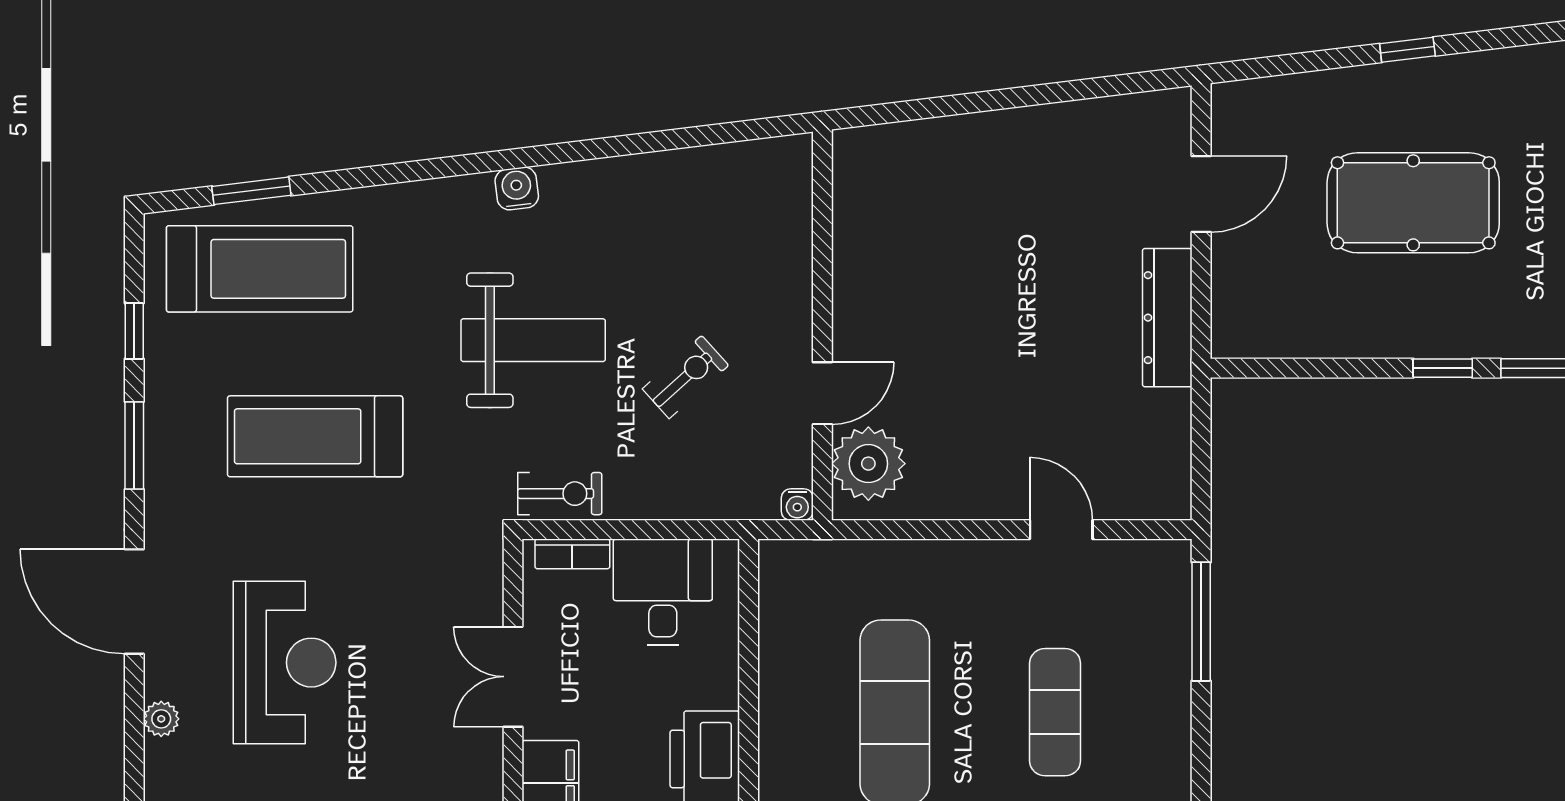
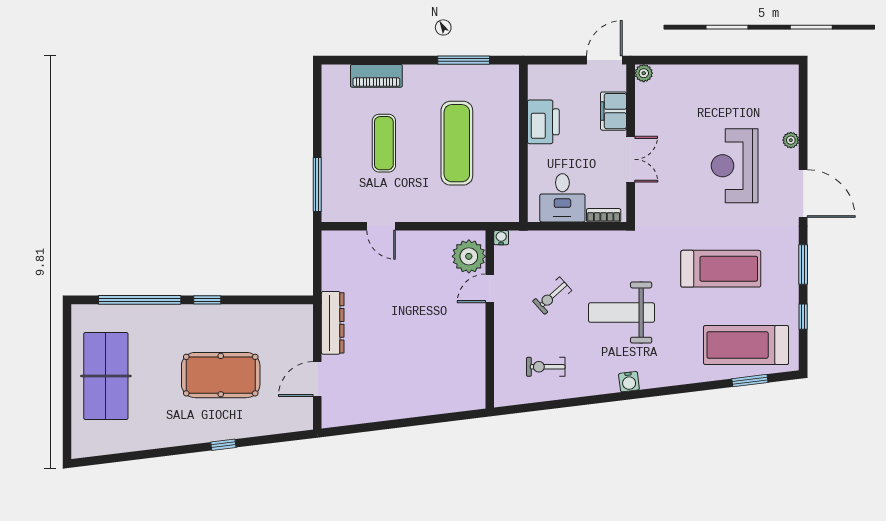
exercise bike: (560, 494) -> (546, 367), moved

